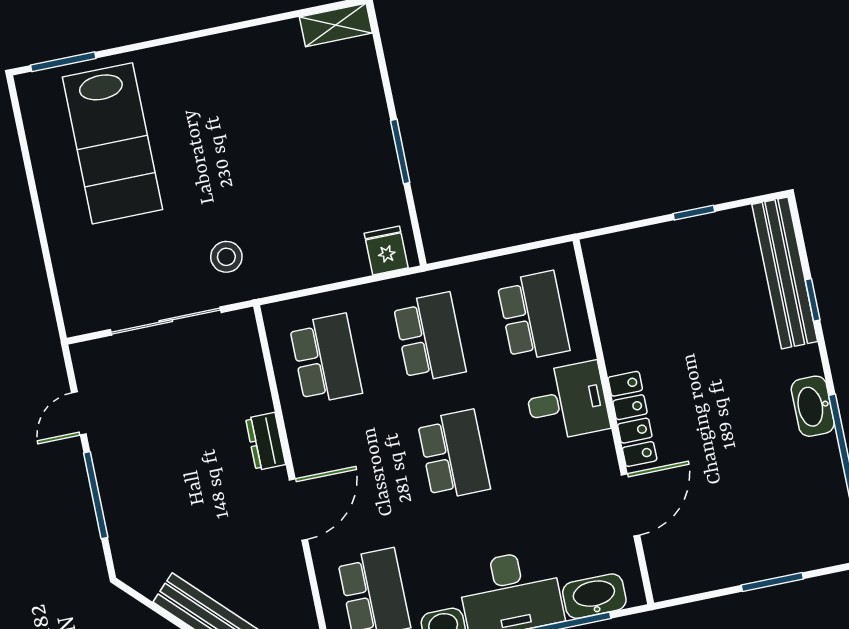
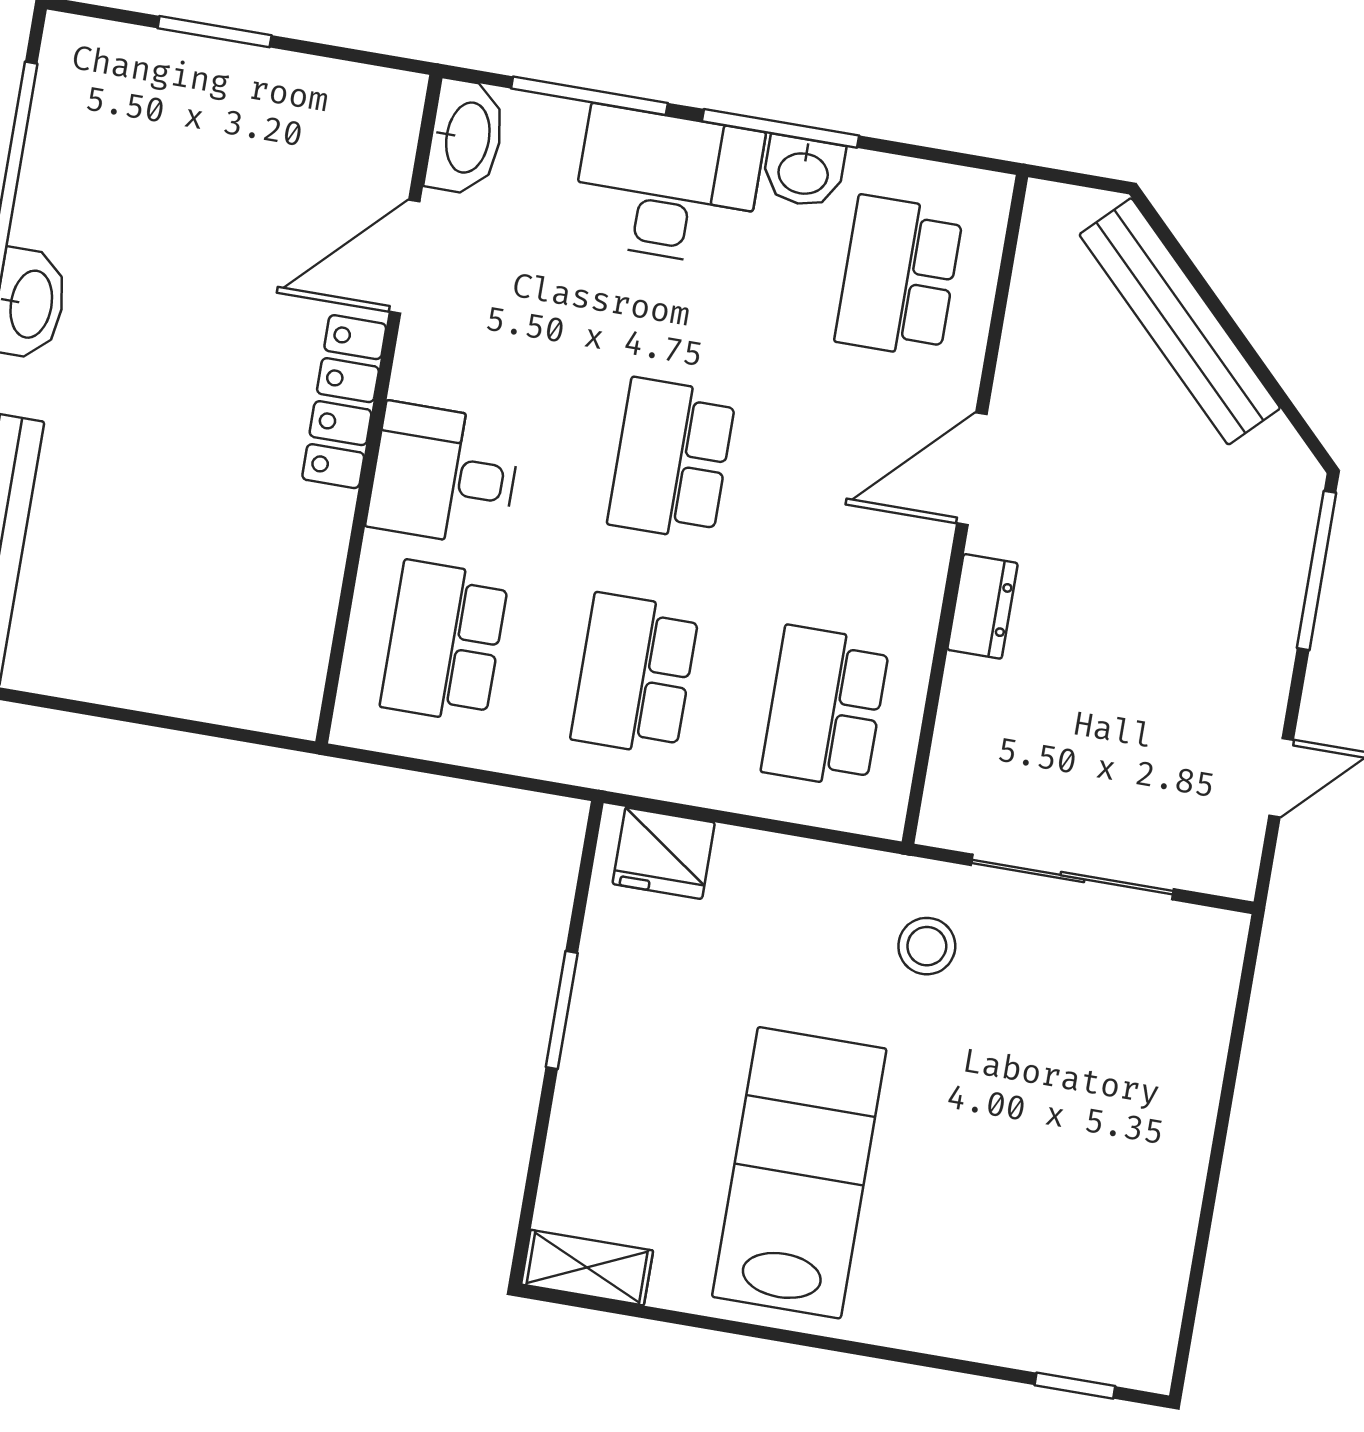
window: (63, 62) -> (1075, 1386), width x0.67
lab bench: (112, 143) -> (799, 1173), moved
window: (694, 213) -> (103, 711), removed
fridge: (386, 250) -> (664, 853), width x1.38
window: (96, 495) -> (1317, 570), moved
washbasin: (594, 596) -> (466, 137), moved, turned -90

